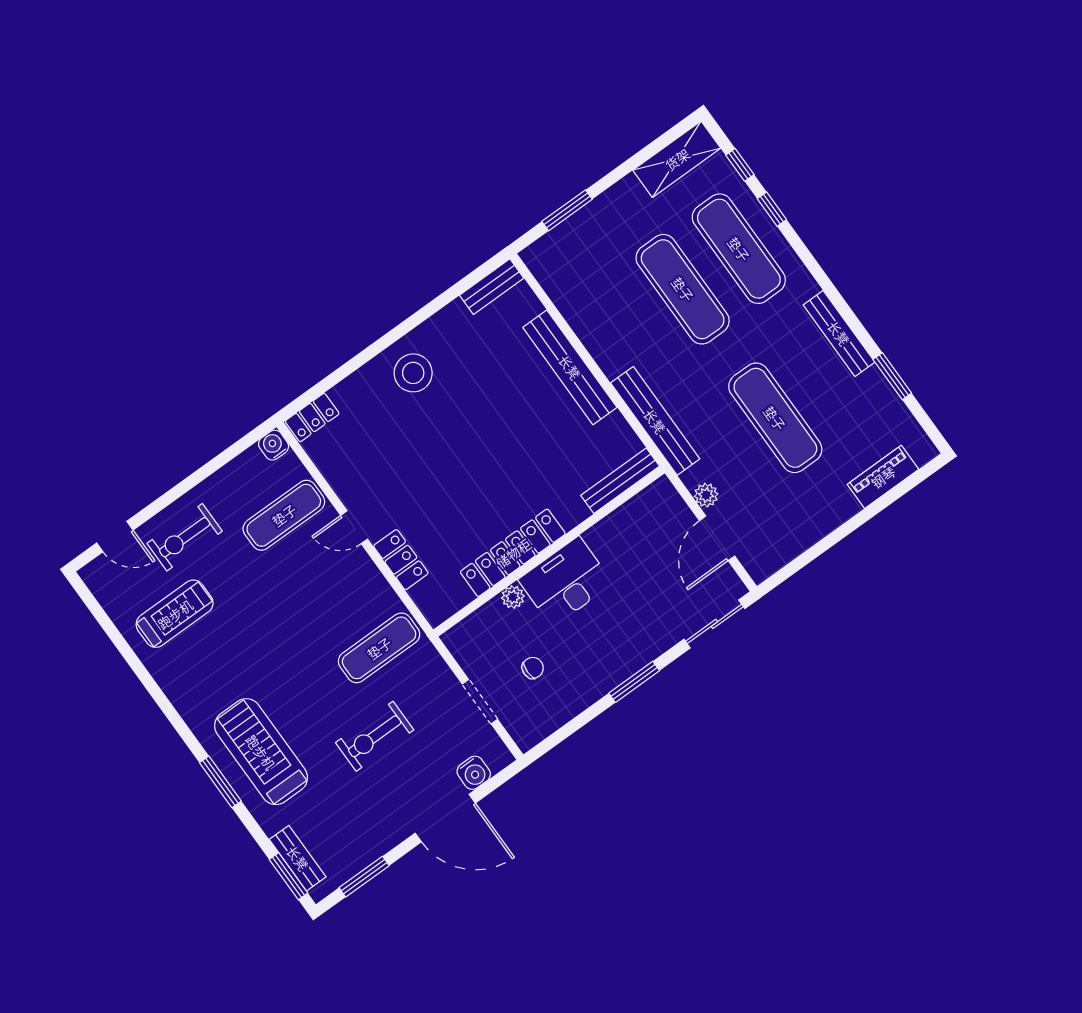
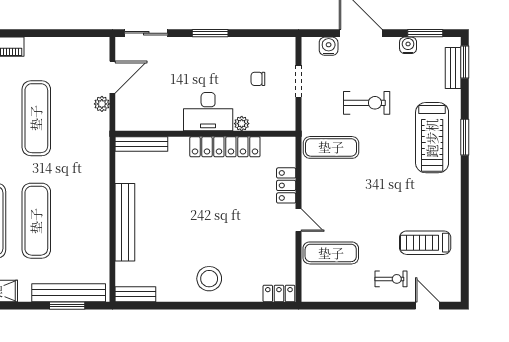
bench: (655, 421) -> (69, 293), moved, turned 90
water cooler: (274, 445) -> (408, 45), moved, turned 180
exercise bike: (185, 537) -> (391, 279), width x0.73, depth x0.72

